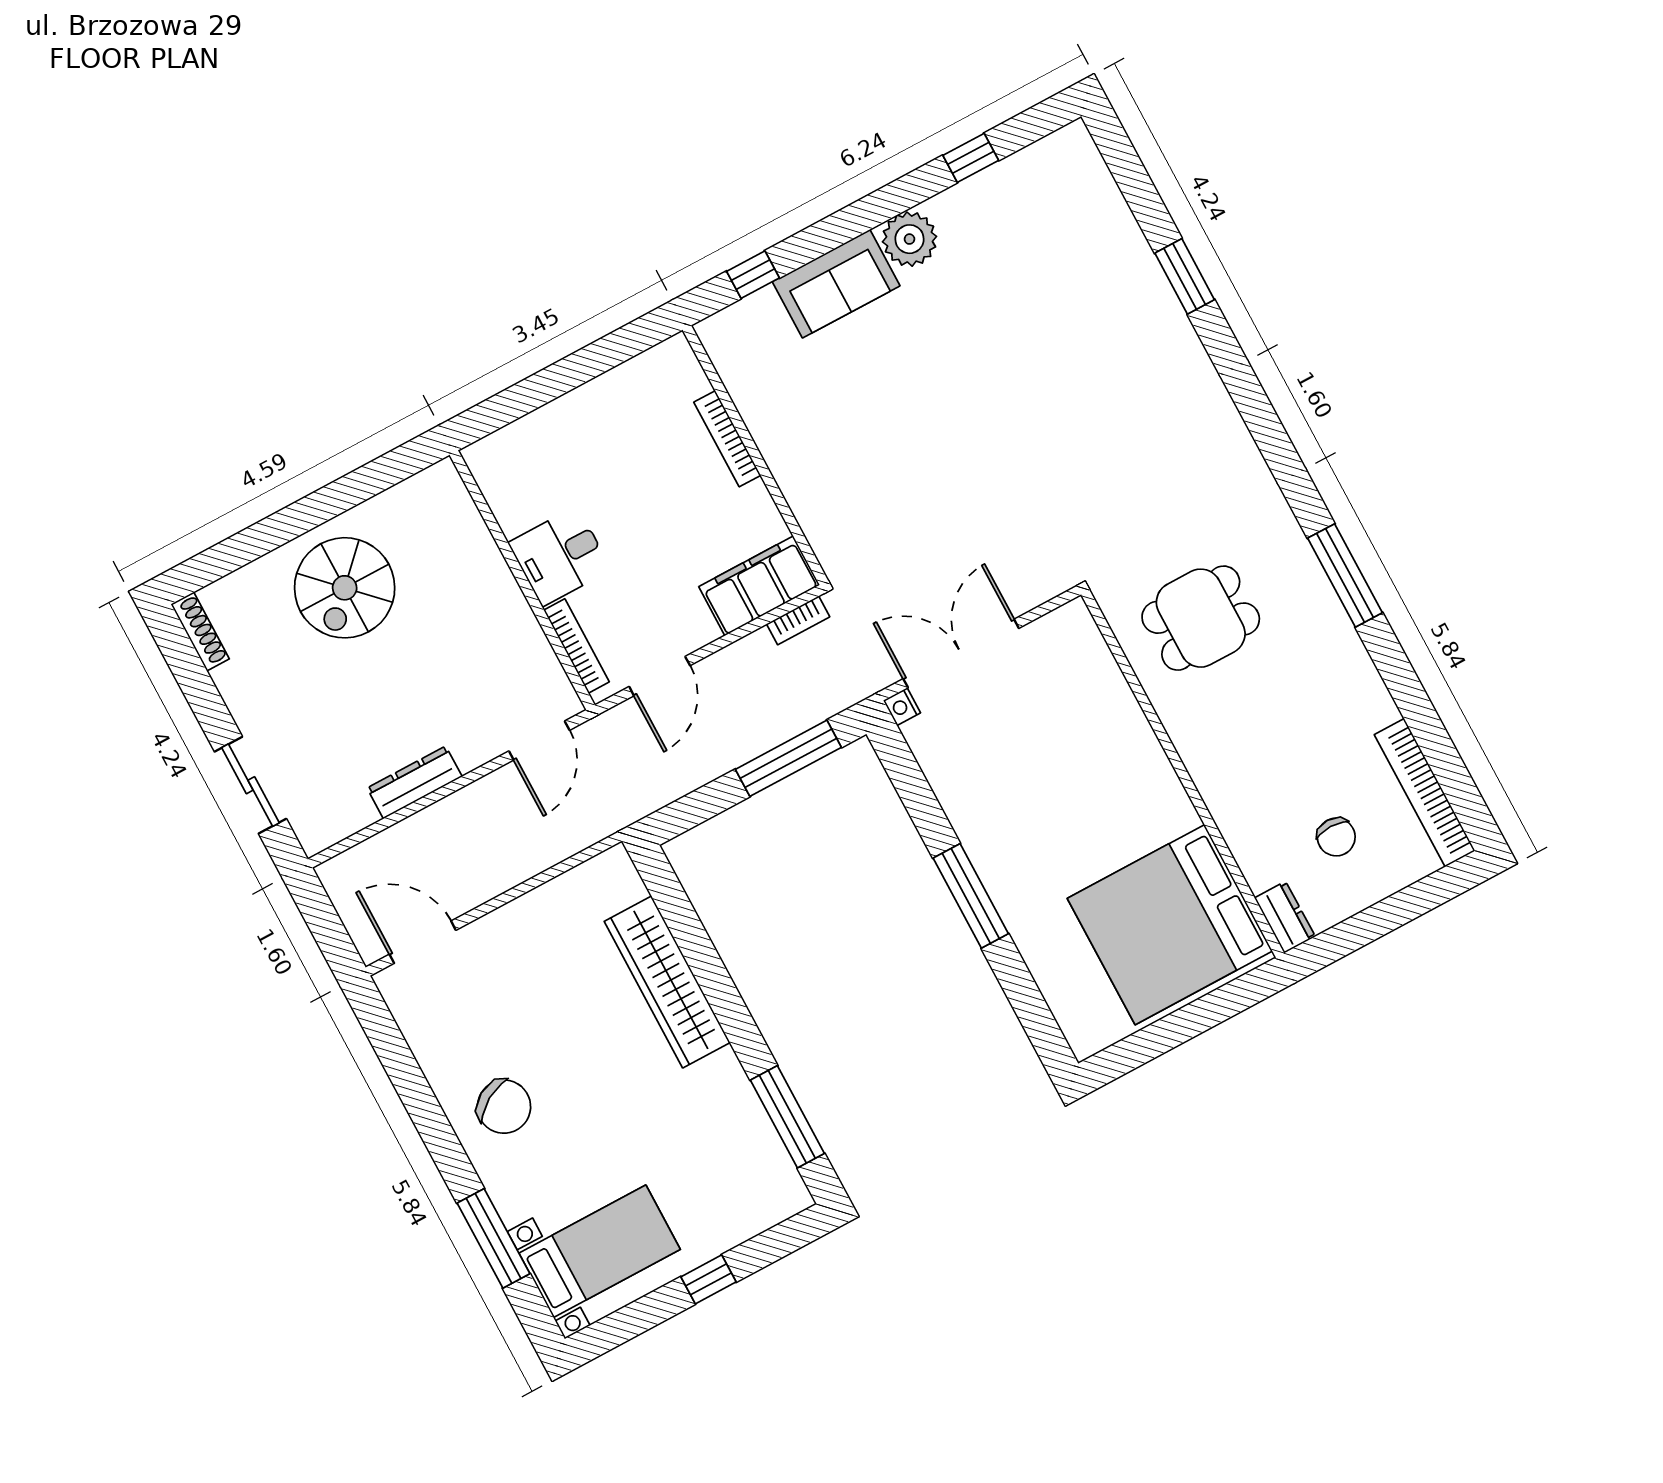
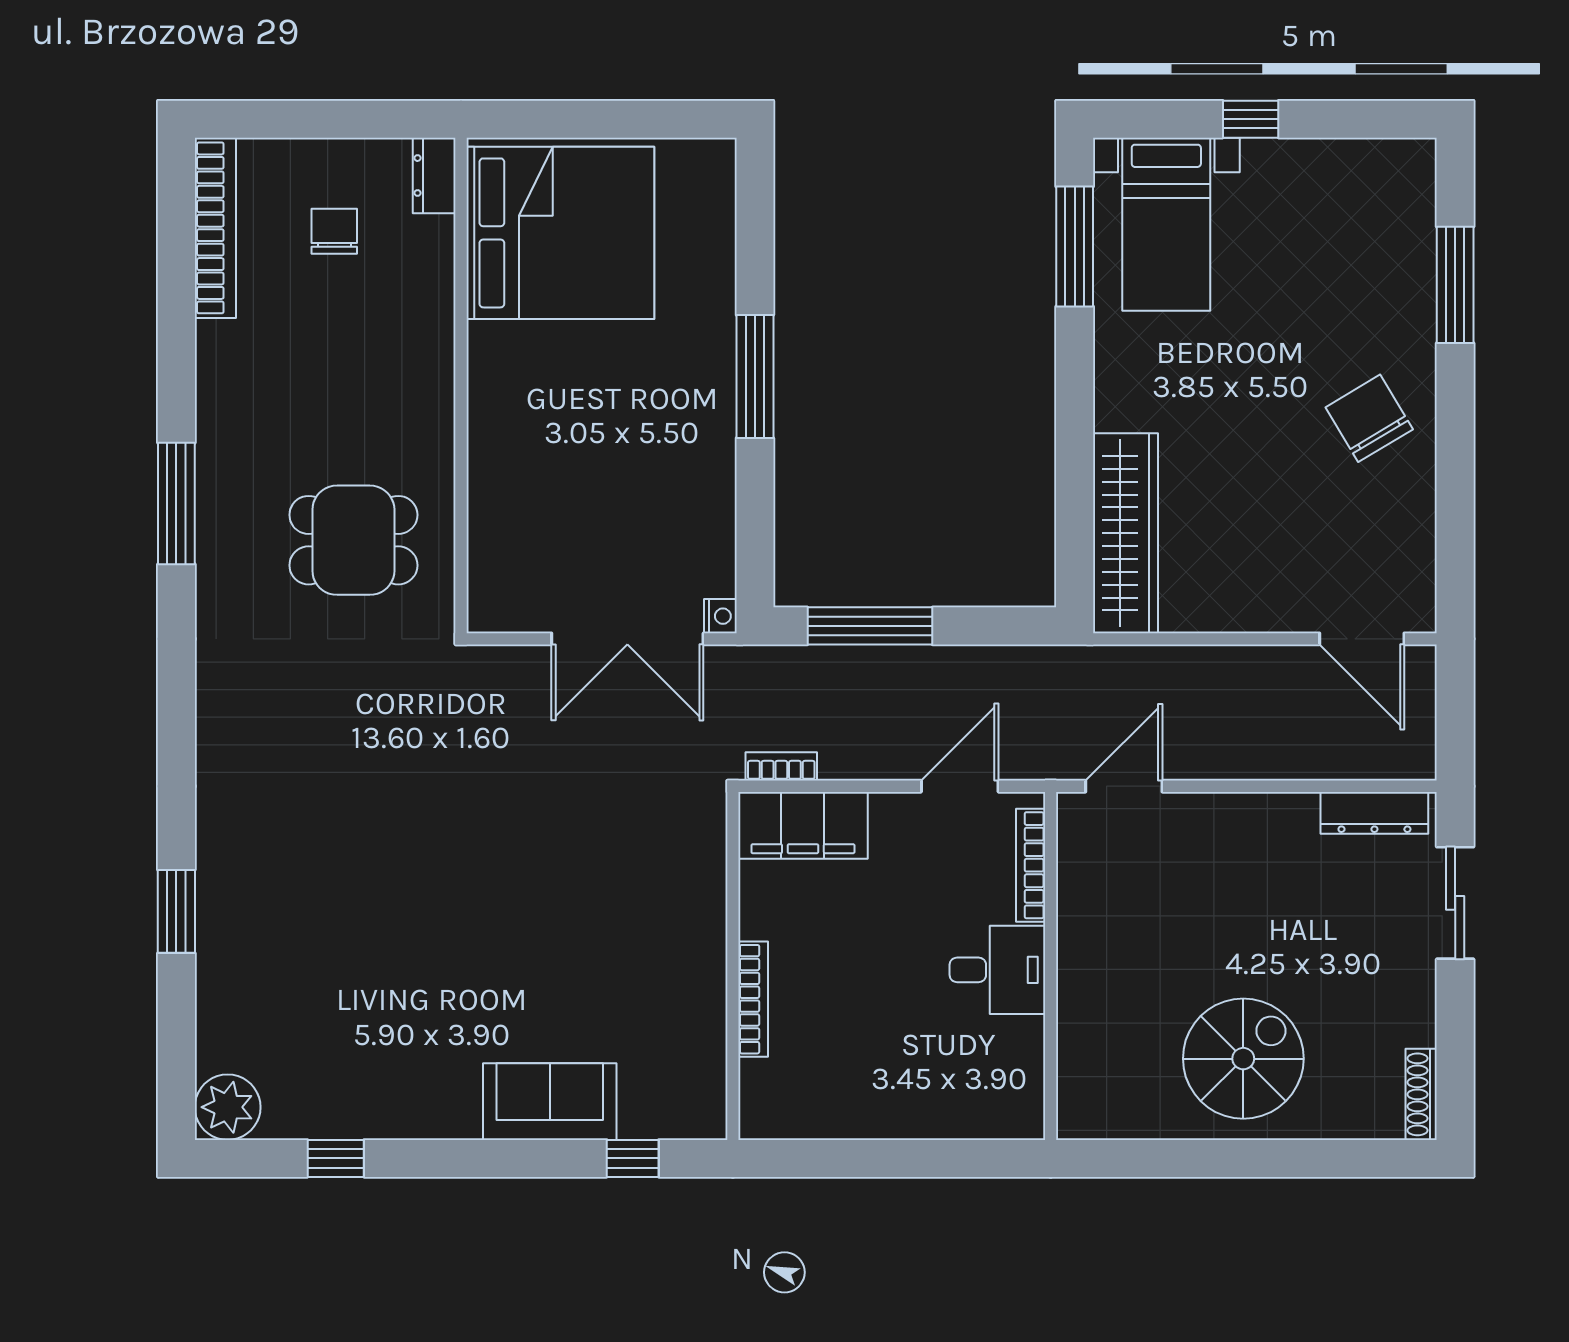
plant: (910, 239) -> (228, 1107), moved
dresser: (415, 782) -> (1374, 813), moved
wardrobe: (667, 982) -> (1125, 533), moved
bed with nightstands: (600, 1251) -> (1166, 224), moved, turned -90

